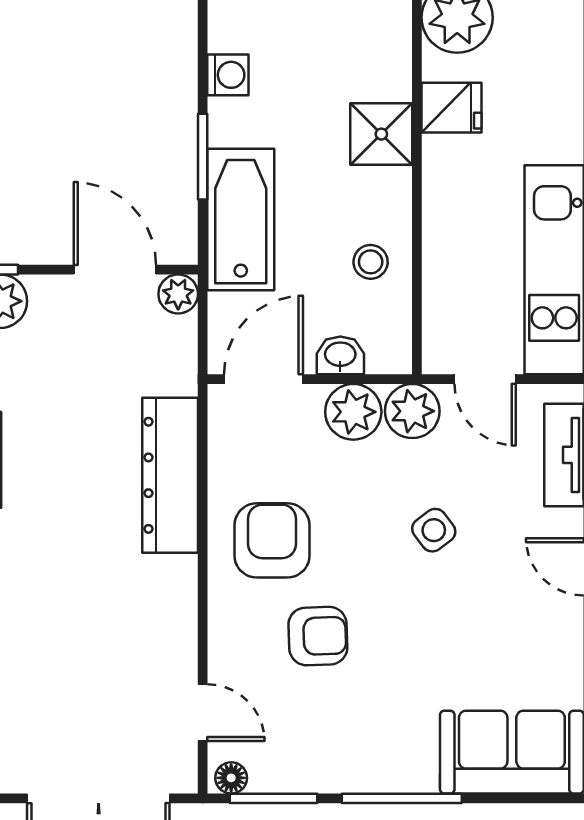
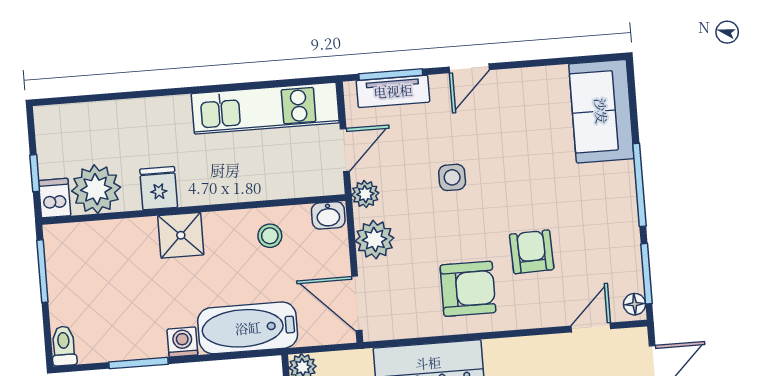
washing machine: (228, 75) -> (182, 342), moved
window: (203, 157) -> (138, 363), moved
washbasin: (340, 355) -> (328, 215), moved, turned -90
plant: (412, 411) -> (365, 194), width x0.73, depth x0.73
side table: (434, 530) -> (452, 177), turned 37
armchair: (272, 540) -> (468, 289), turned 180

